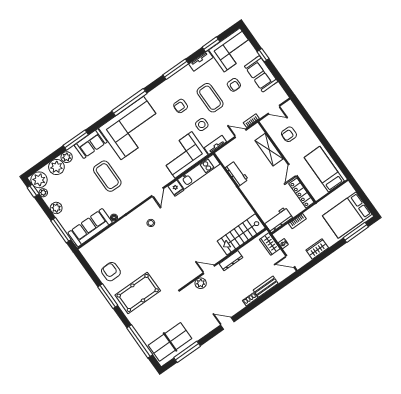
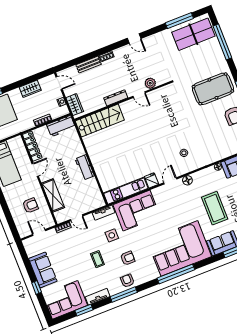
armchair: (234, 85) -> (127, 281), moved
coffee table: (210, 98) -> (97, 259), width x0.54, depth x0.58
workbench: (237, 174) -> (85, 167), moved
floor lamp: (141, 197) -> (187, 180), added

